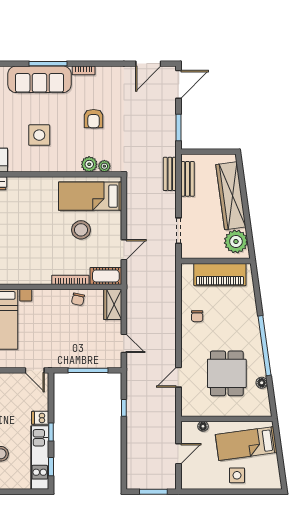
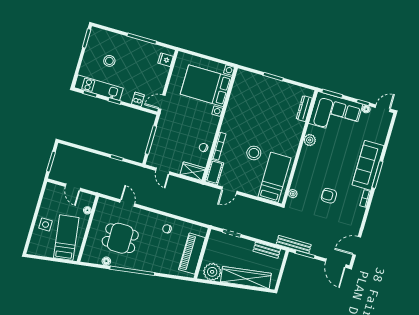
door: (148, 64) -> (357, 246), hinge flipped
side table: (39, 135) -> (328, 154), removed
plant: (89, 164) -> (310, 140), moved
bench: (170, 174) -> (294, 244), moved, width x1.36
stool: (81, 230) -> (254, 153), moved
door: (124, 250) -> (229, 190), hinge flipped
door: (124, 343) -> (163, 171), hinge flipped
dishwasher: (40, 418) -> (138, 99), moved

